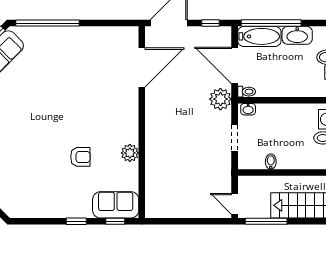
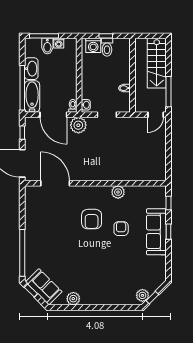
door: (235, 65) -> (53, 115), hinge flipped
armchair: (93, 117) -> (92, 219), added
sofa: (116, 205) -> (156, 232), moved, width x1.36

